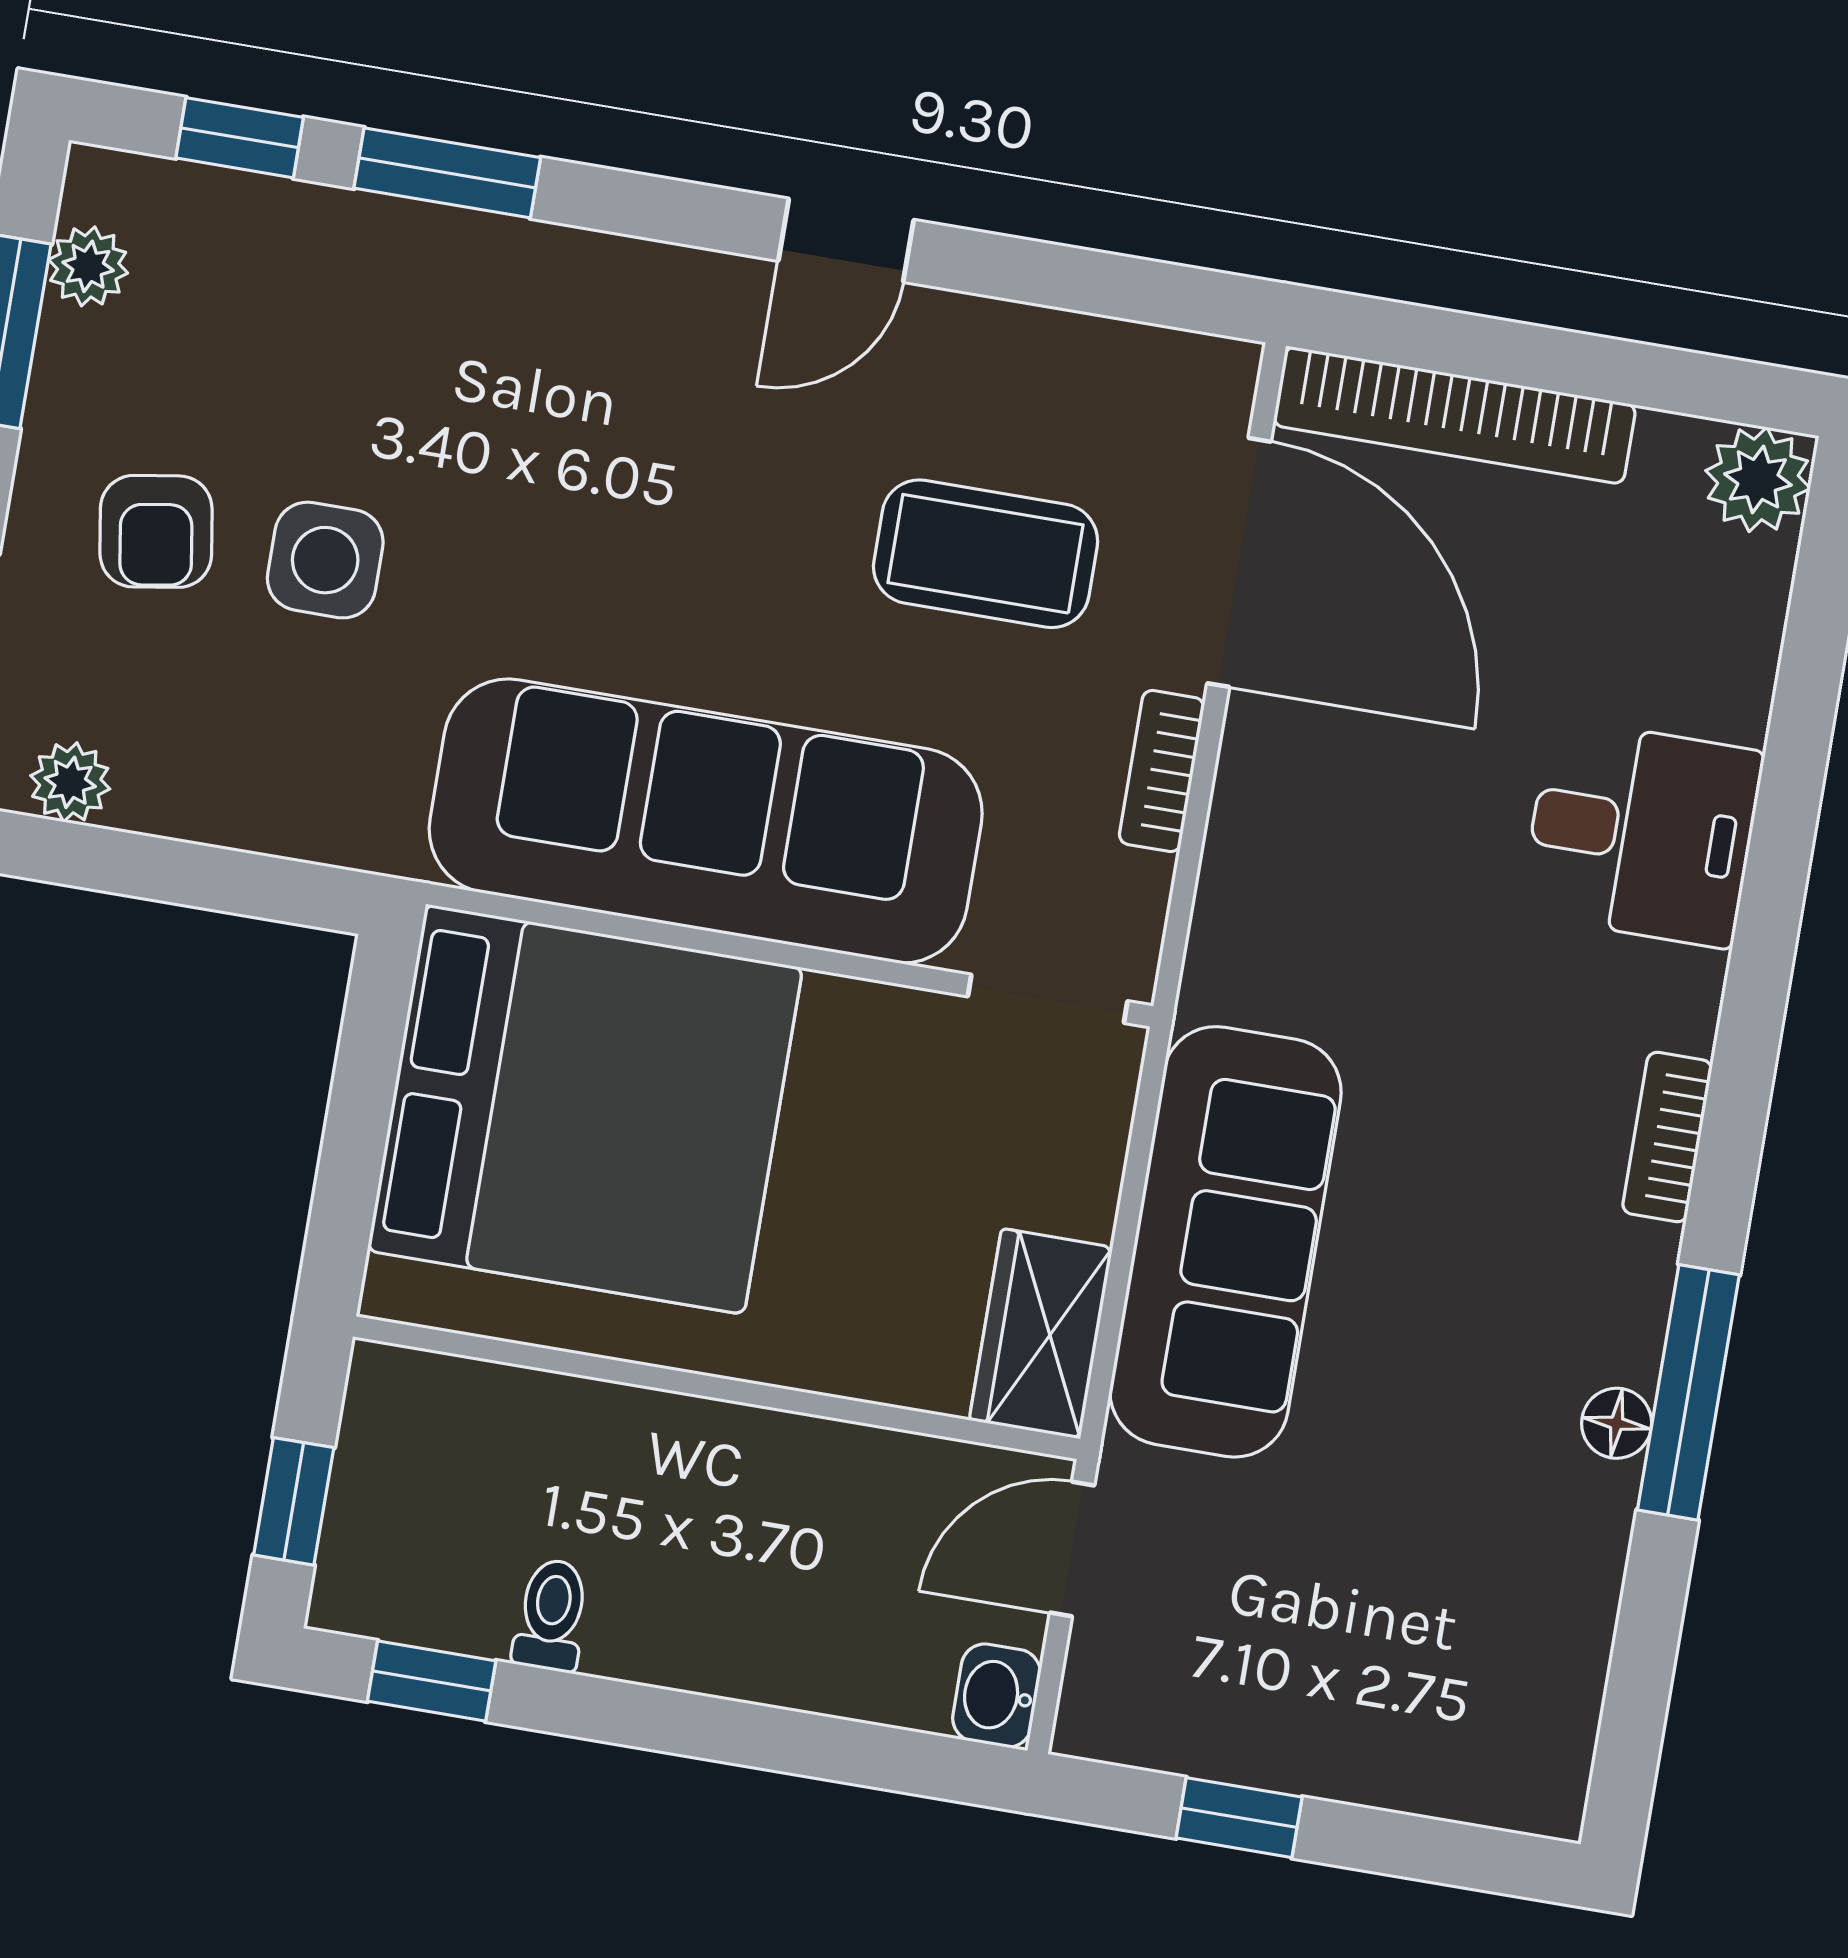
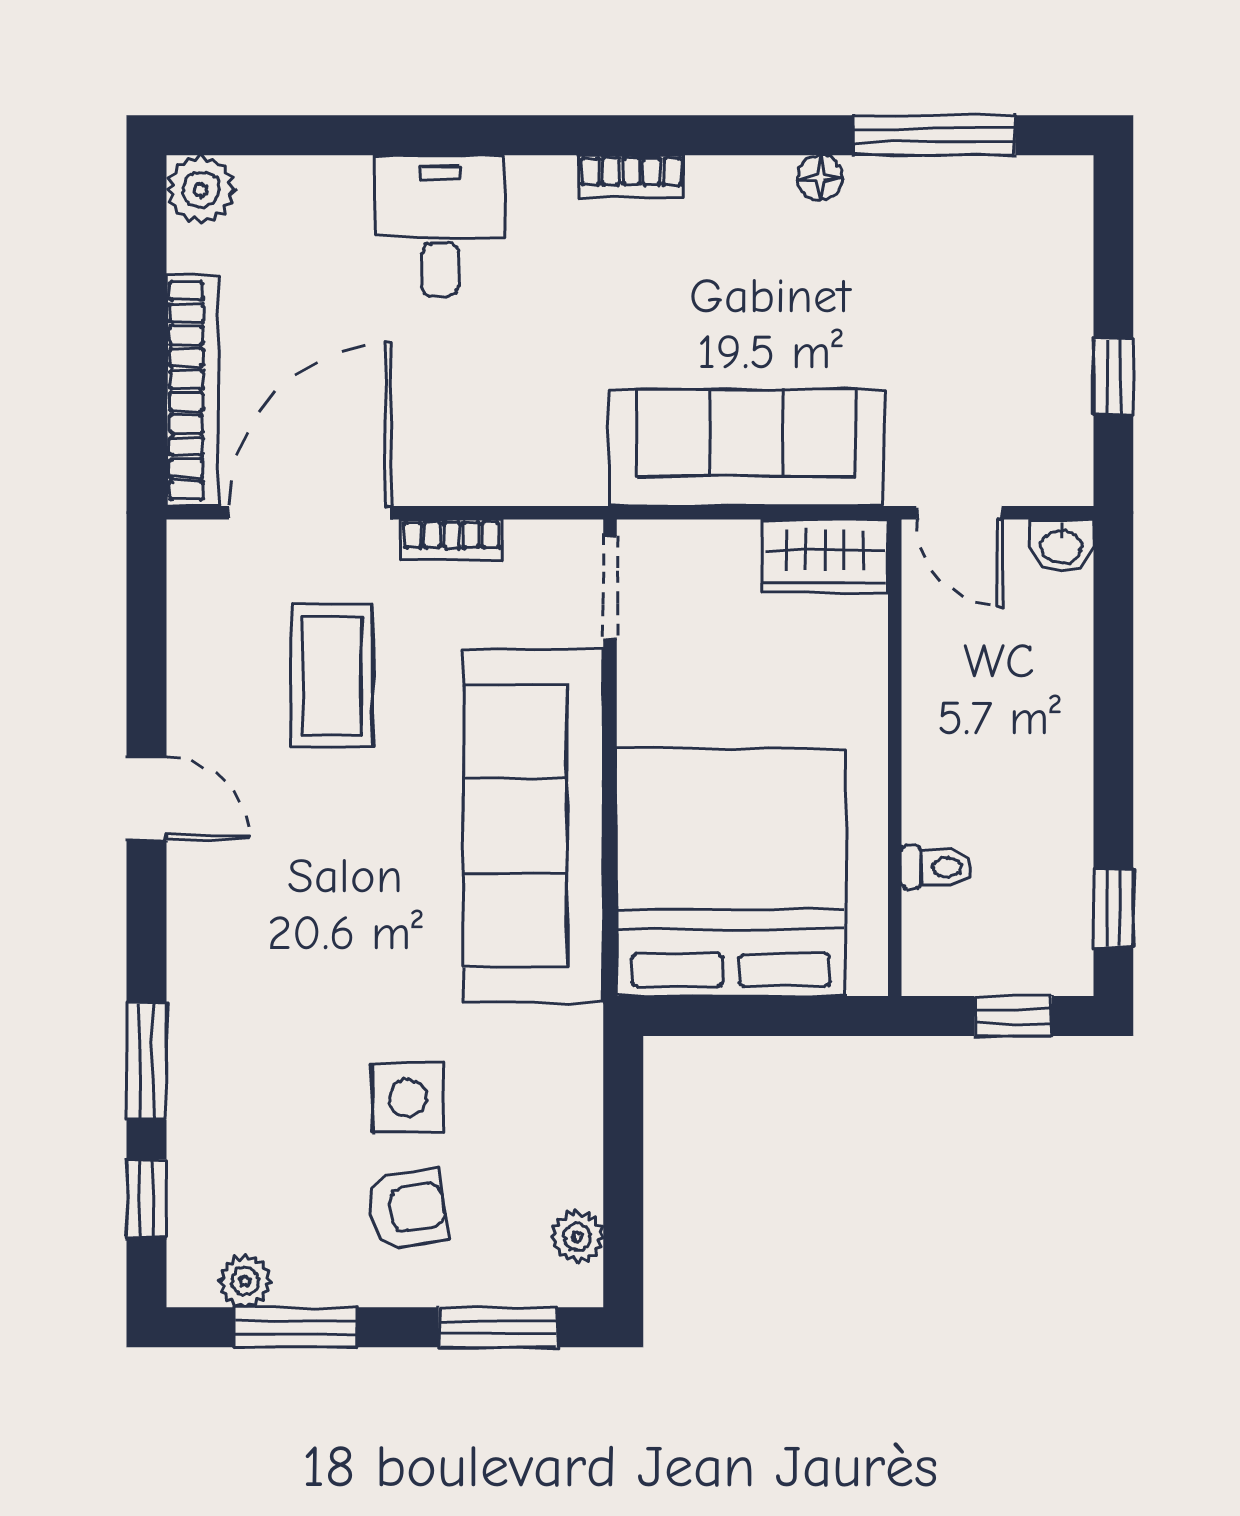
window: (1688, 1392) -> (934, 135), moved
toilet: (551, 1615) -> (937, 867), moved, turned 180

